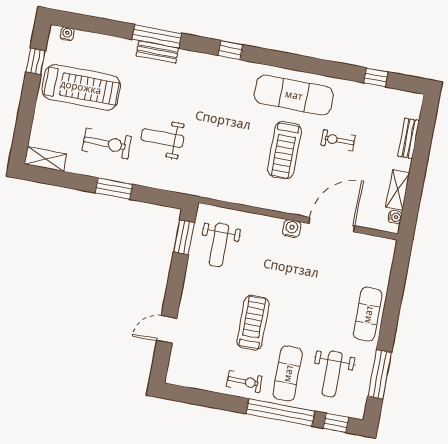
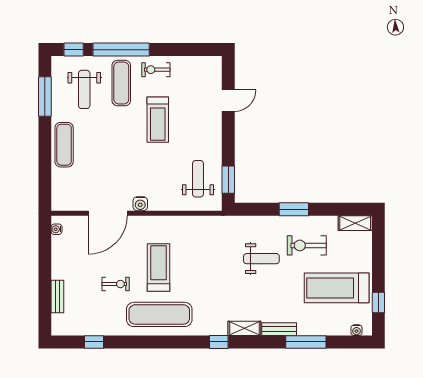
window: (157, 36) -> (306, 342), moved
shelving: (398, 190) -> (244, 328), moved, turned 90
weight bench: (332, 374) -> (84, 89), turned 180

